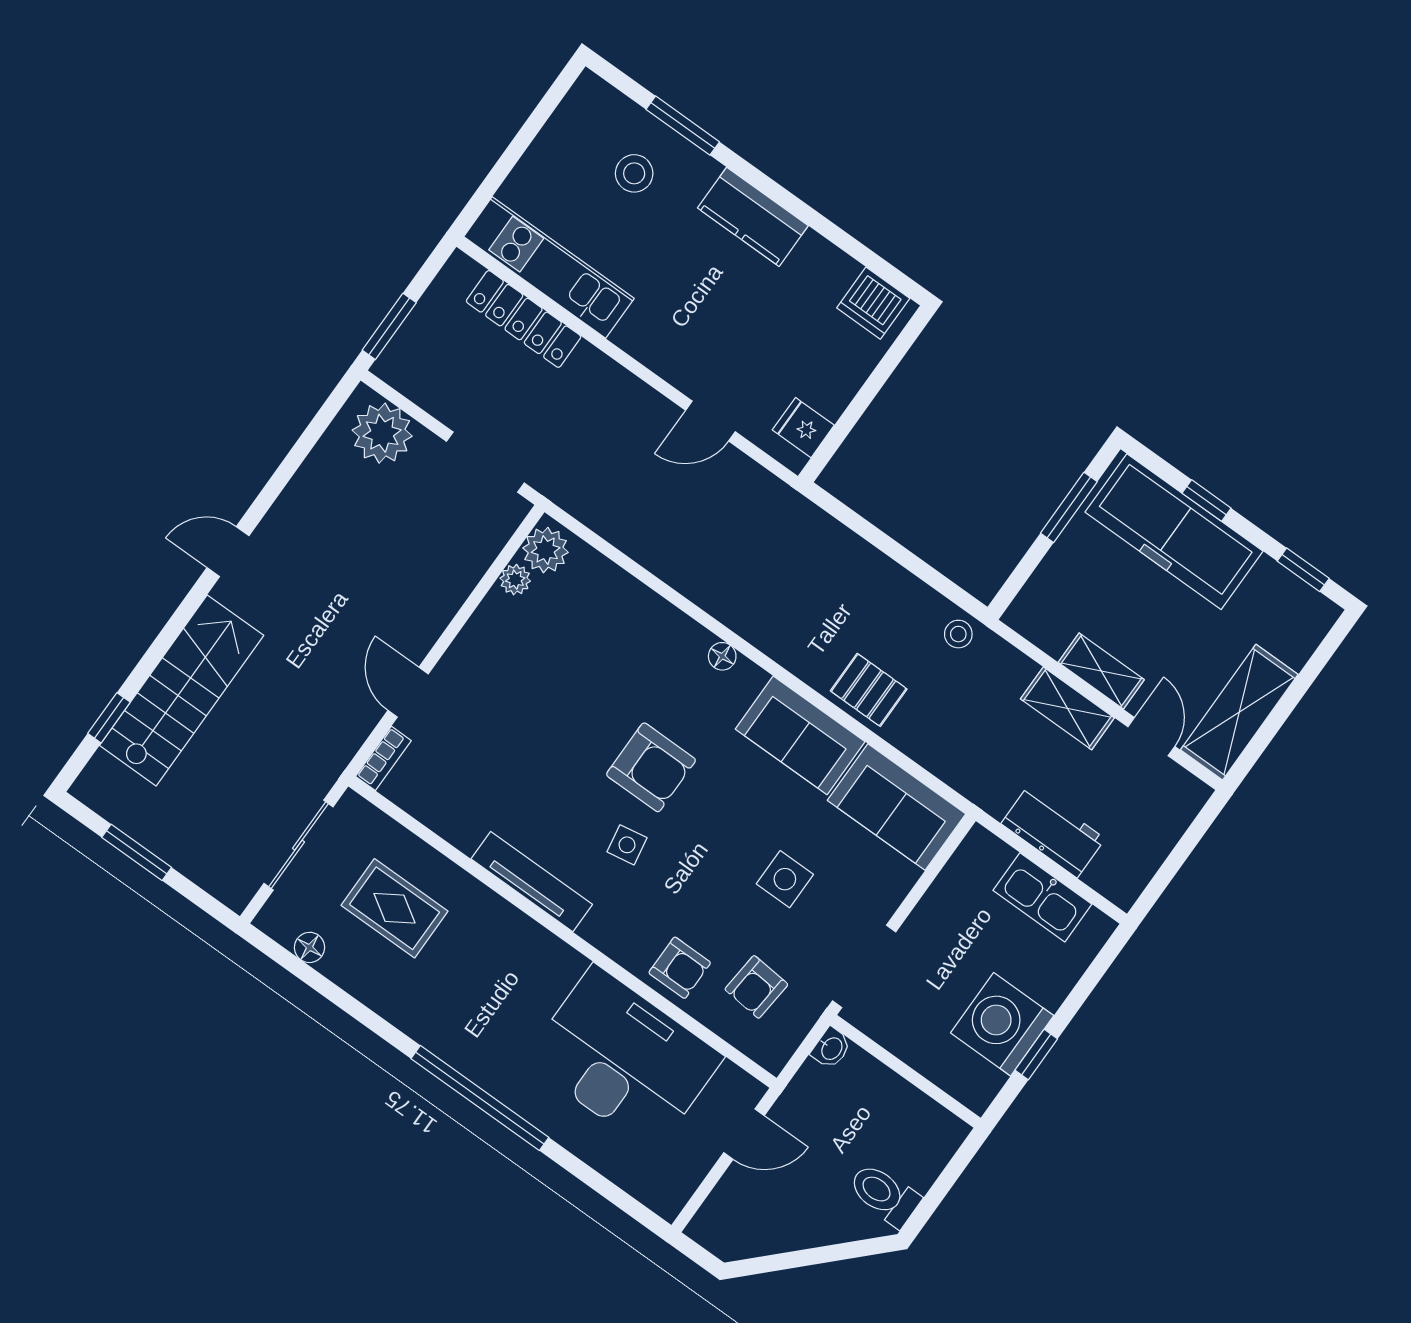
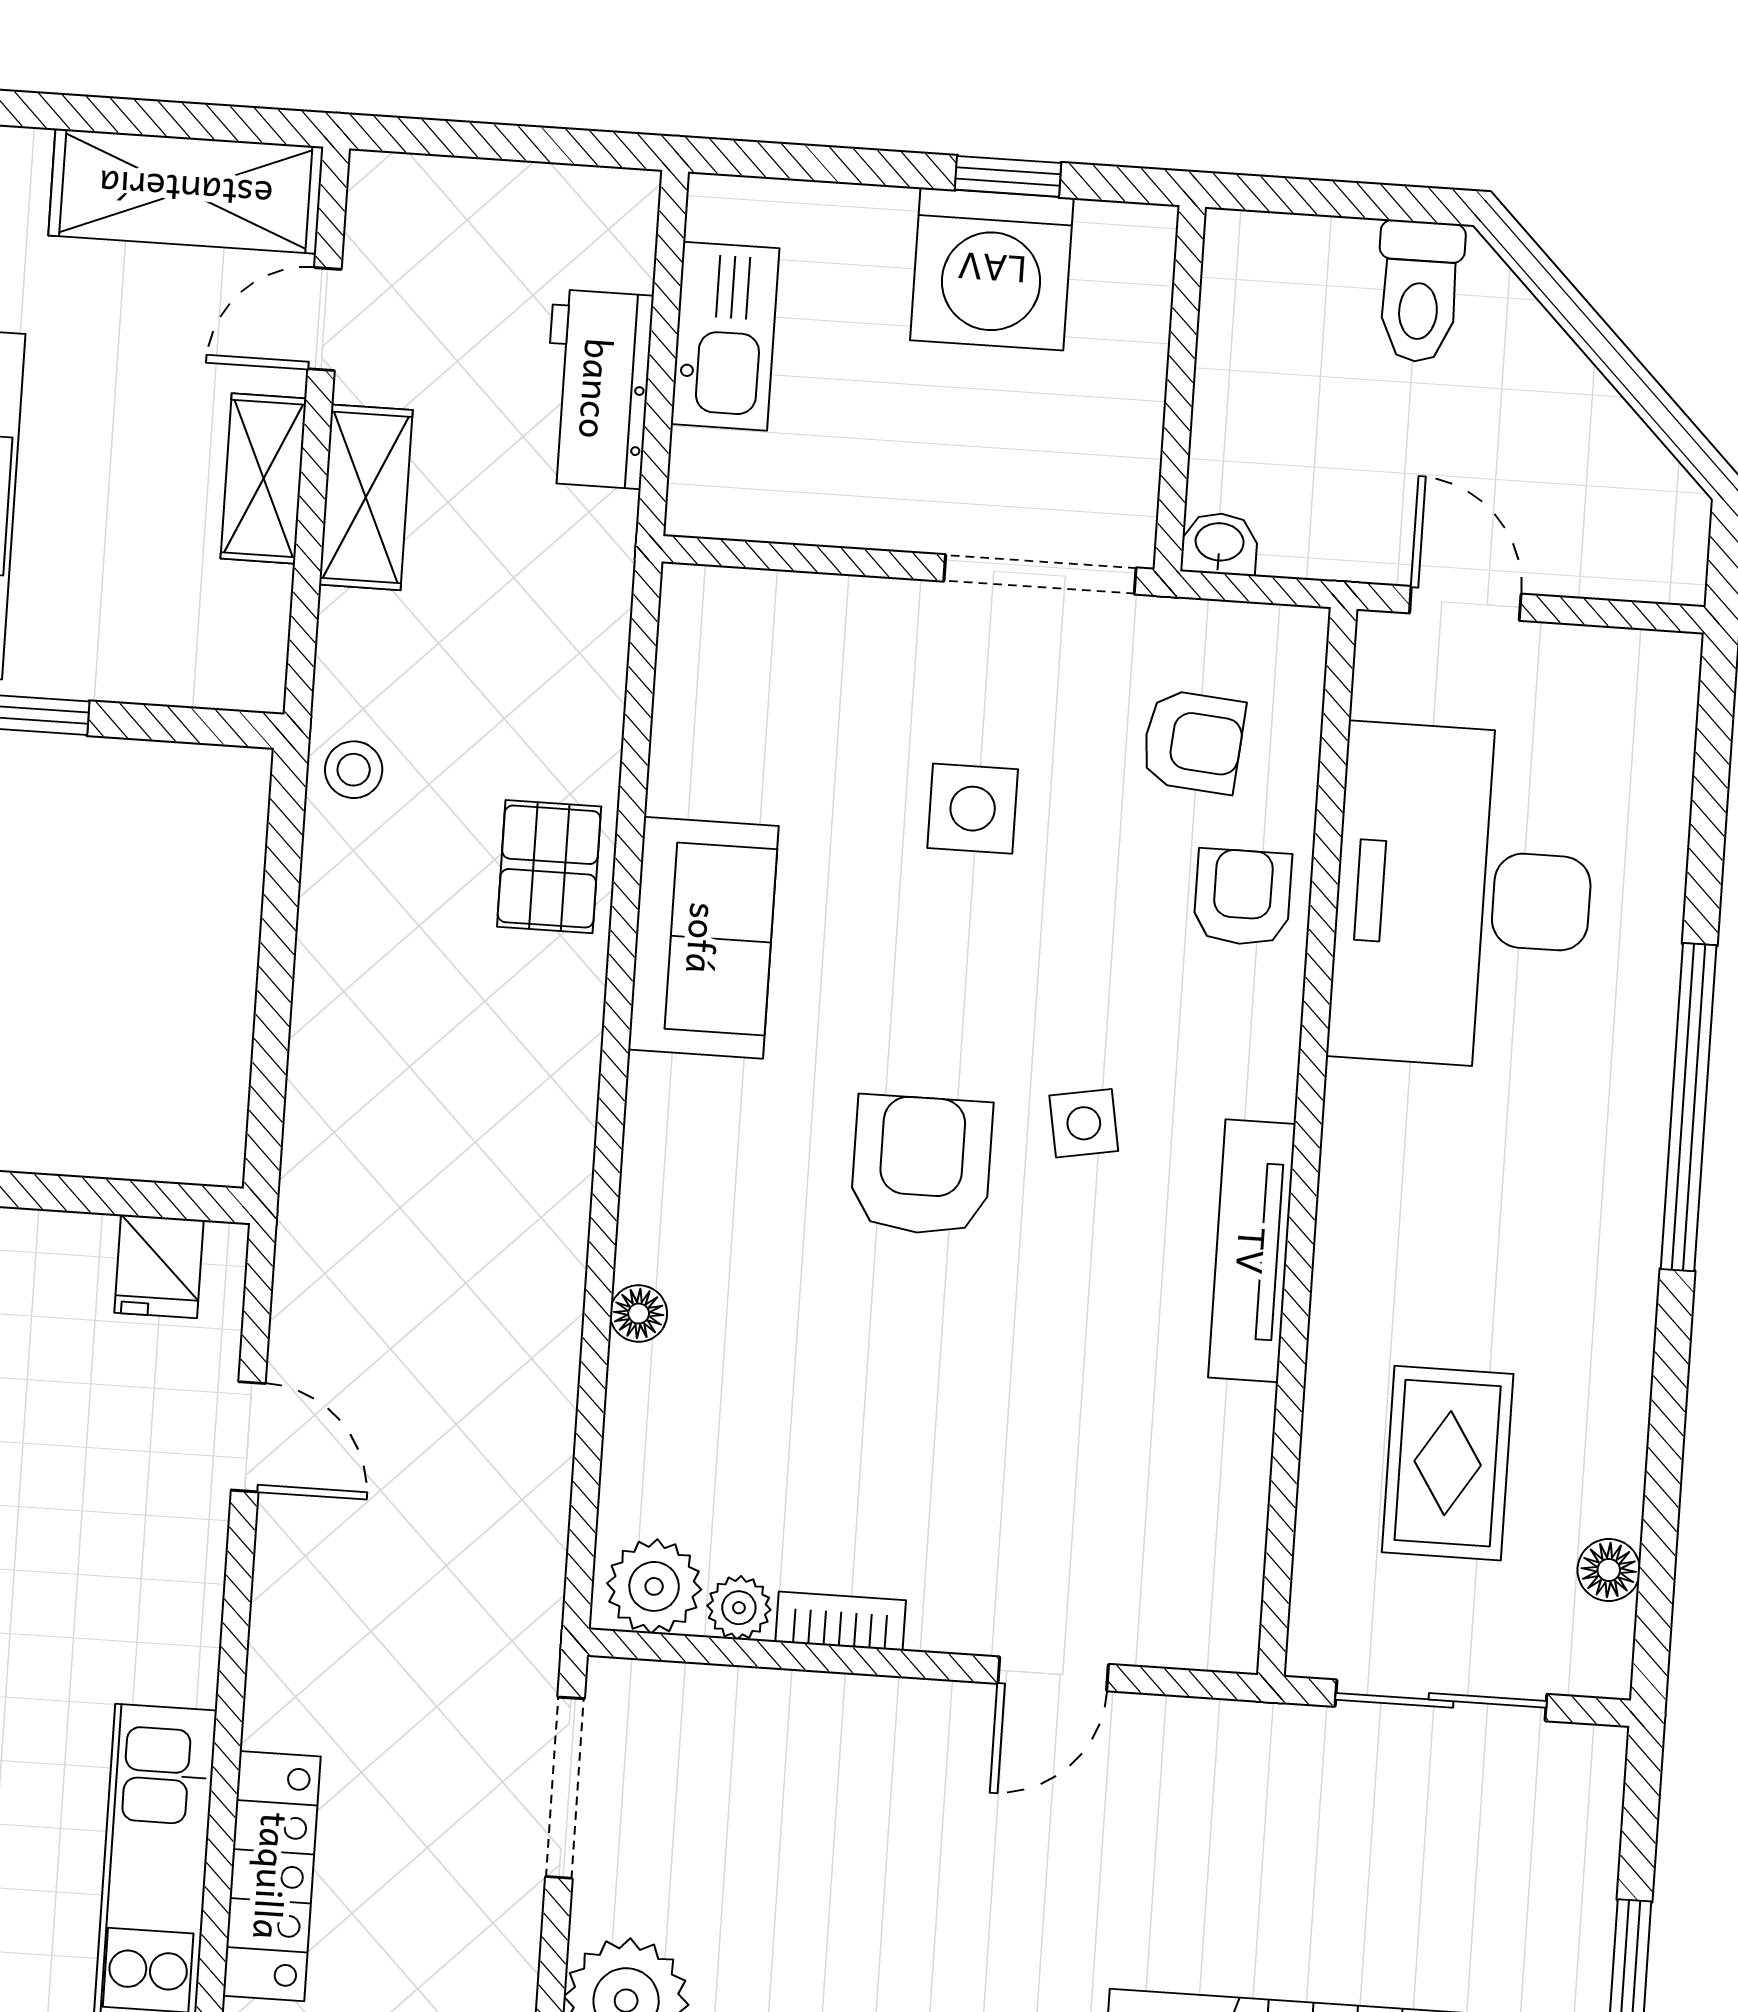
floor lamp: (722, 656) -> (639, 1314), moved
bookcase: (383, 758) -> (841, 1621), moved
sofa: (897, 807) -> (725, 691), removed

